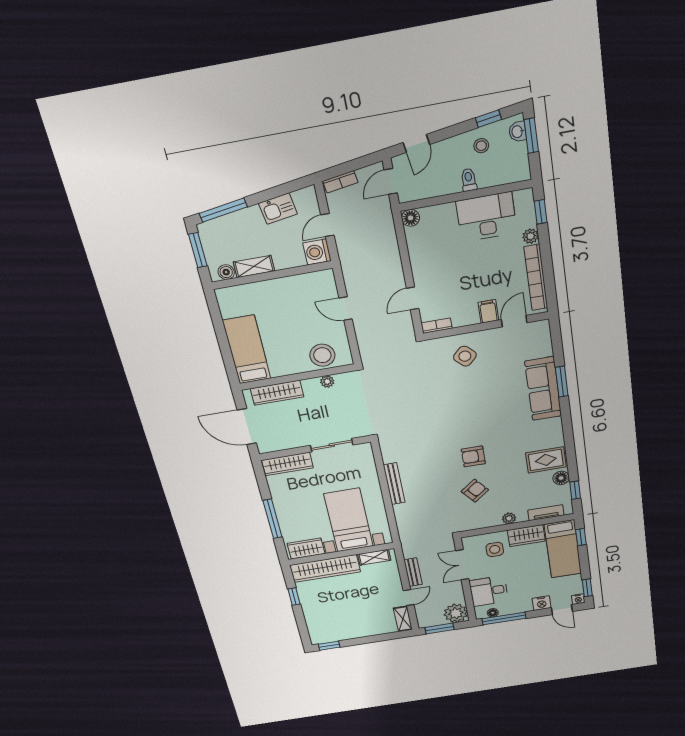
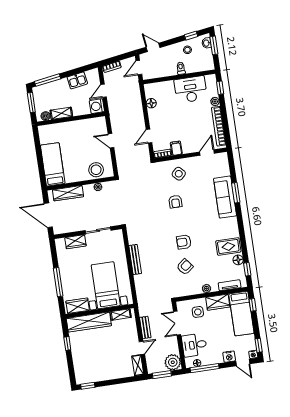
door: (416, 144) -> (153, 47), swing flipped
floor lamp: (411, 218) -> (151, 103), moved
filing cabinet: (488, 311) -> (176, 148), moved
armchair: (459, 399) -> (175, 202), added
wardrobe: (287, 464) -> (75, 242), width x0.67

